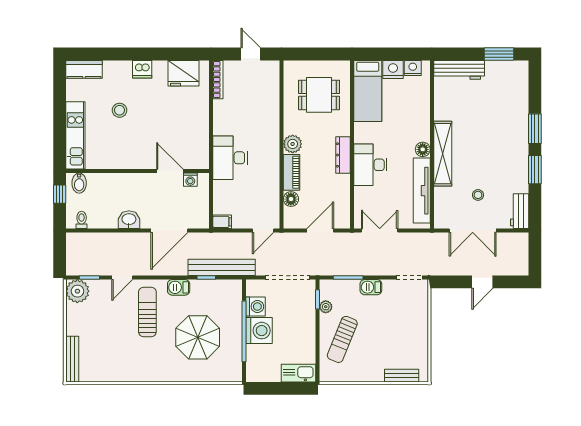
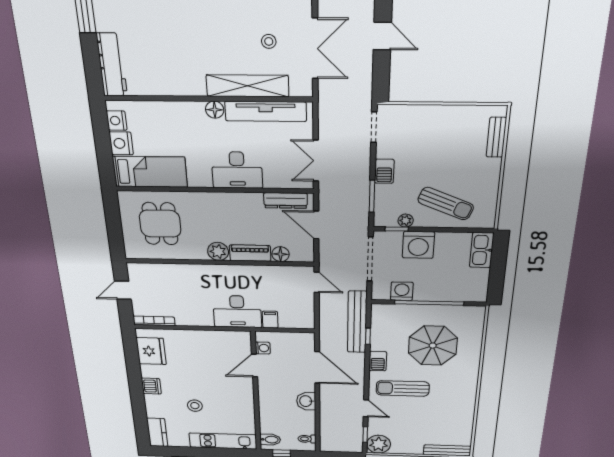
shelving: (443, 154) -> (248, 86), moved
dresser: (343, 155) -> (286, 200), moved
filing cabinet: (222, 222) -> (270, 320), moved
washing machine: (259, 331) -> (418, 245), moved, turned 180

